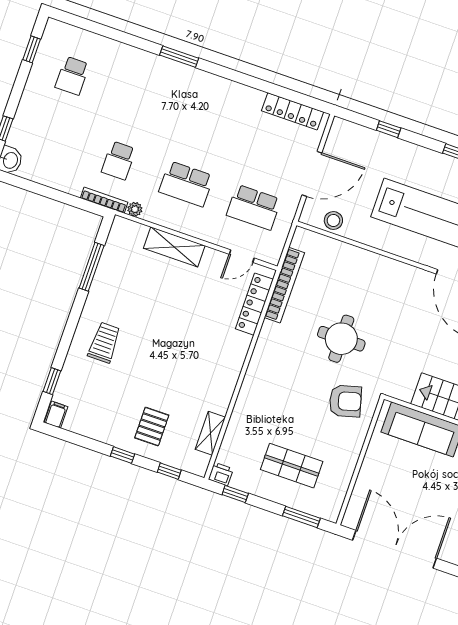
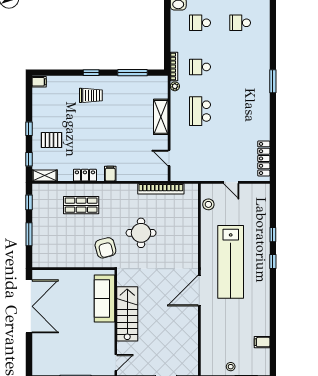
window: (389, 129) -> (273, 235), moved
door: (312, 174) -> (231, 182), width x0.53
school desk: (254, 207) -> (200, 23), moved, width x0.54
locker: (254, 304) -> (85, 175), moved, width x0.66
filing cabinet: (234, 354) -> (110, 174), added
window: (52, 381) -> (91, 73), moved
shelving: (210, 433) -> (45, 176), moved
shop shelf: (292, 466) -> (81, 205), moved, turned 90
printer: (221, 474) -> (38, 190), removed
window: (301, 517) -> (29, 234), moved

